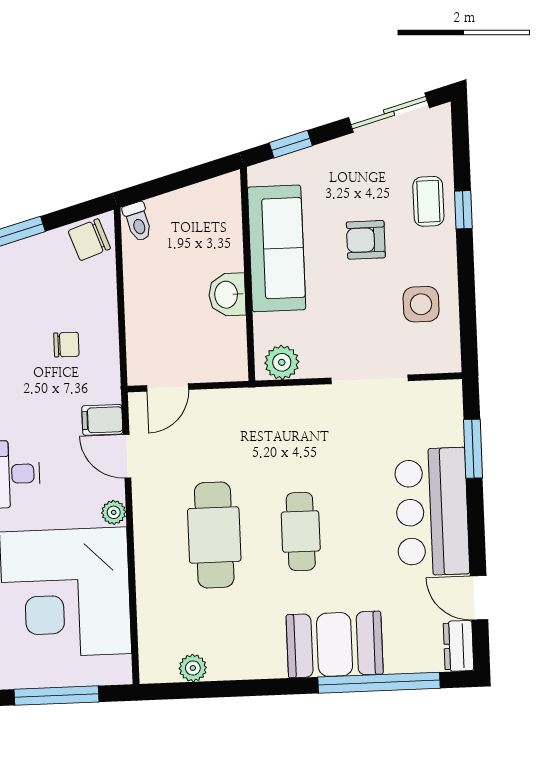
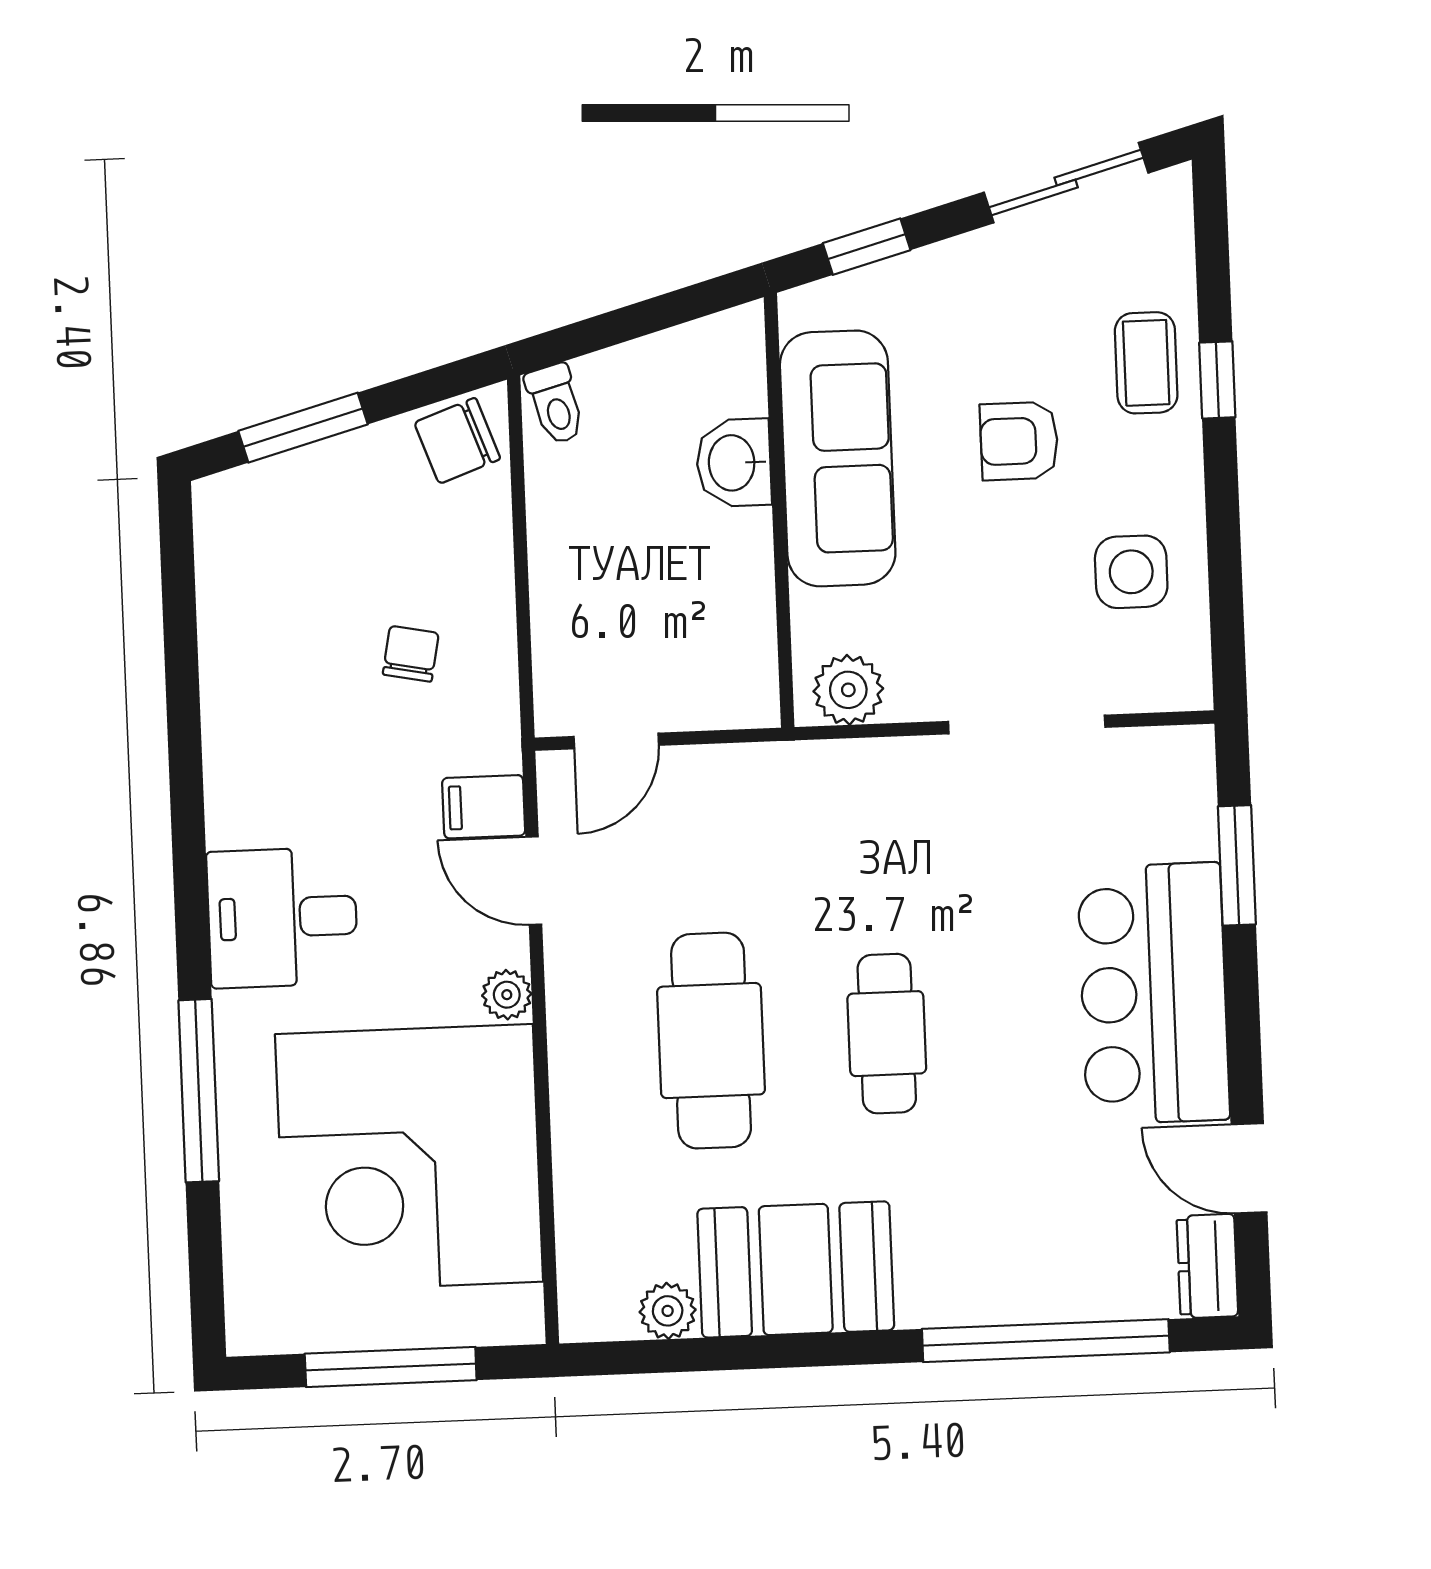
washbasin: (227, 295) -> (734, 463), moved
chair: (66, 345) -> (411, 654), turned -79
booth: (335, 644) -> (796, 1269), moved

